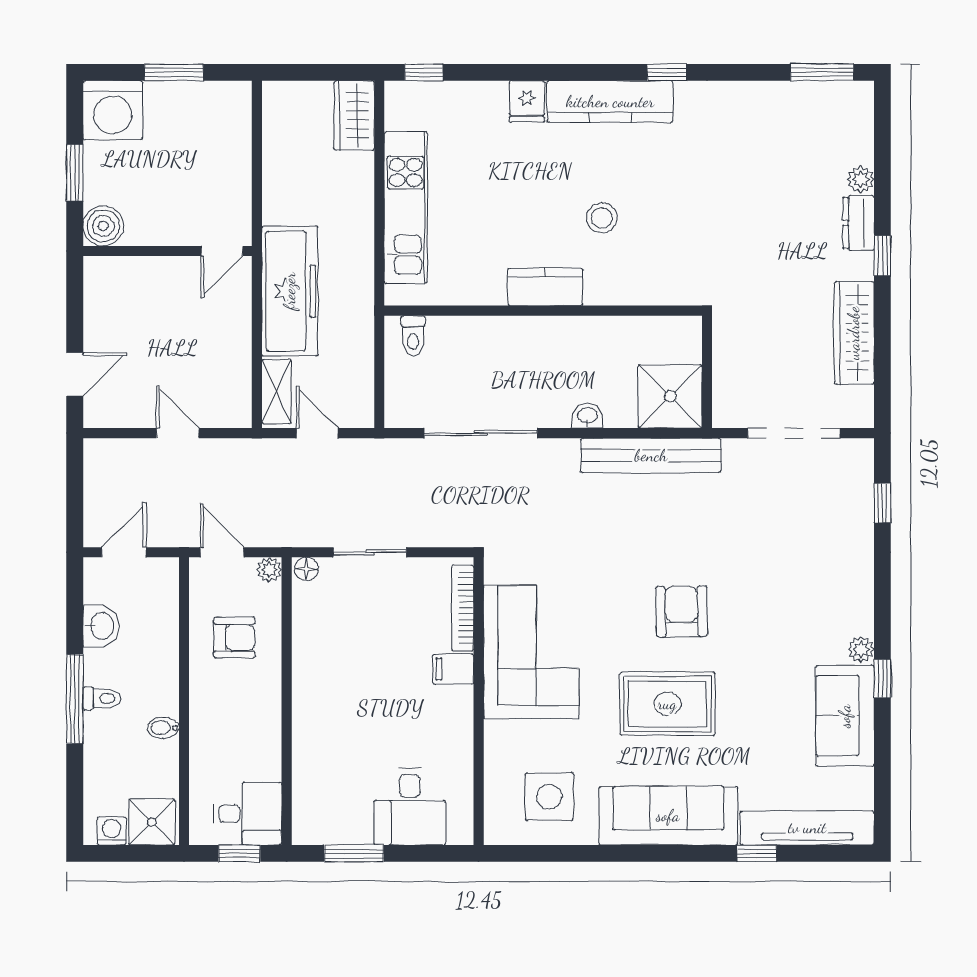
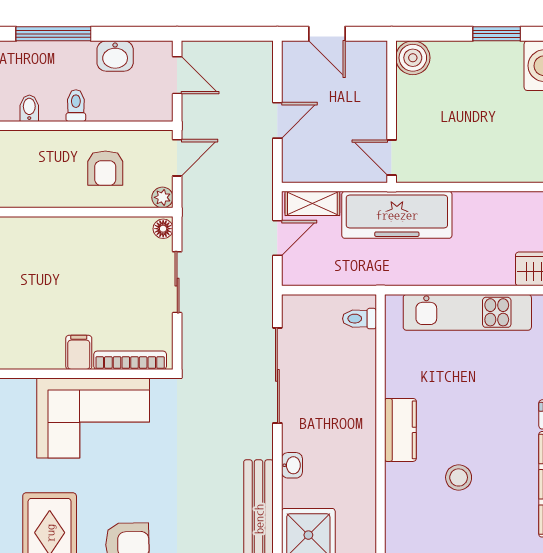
boiler: (103, 226) -> (413, 58), moved
wall: (167, 251) -> (392, 112), moved
door: (222, 251) -> (392, 158), moved
toilet: (102, 698) -> (76, 106), moved, turned 180

